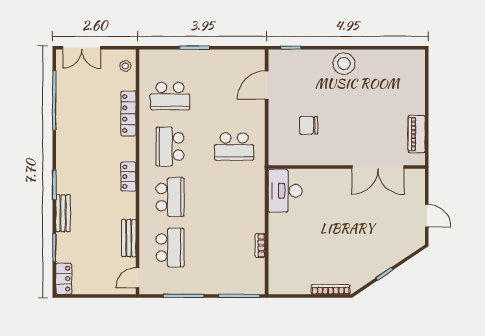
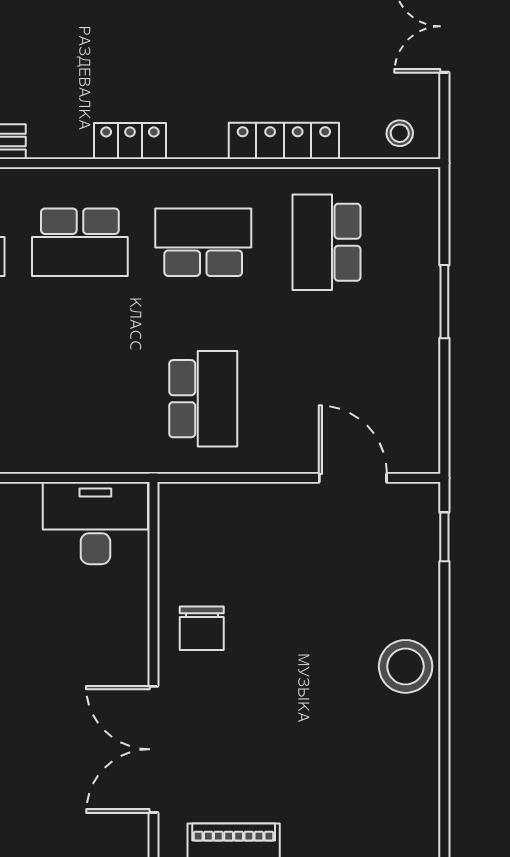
chair: (309, 125) -> (202, 628), moved, turned 180
school desk: (234, 147) -> (203, 399), turned 180

